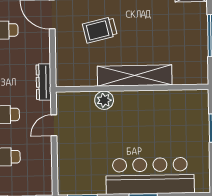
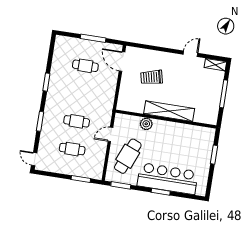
dresser: (44, 82) -> (109, 105), removed
cafe table: (85, 153) -> (128, 156), added

